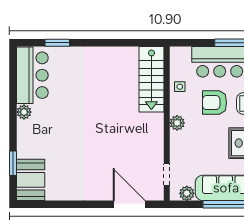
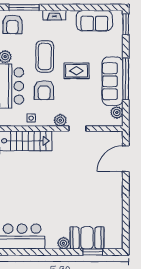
plant: (24, 112) -> (63, 243), moved
doorway: (167, 174) -> (77, 129), moved
booth: (31, 180) -> (87, 238), moved

